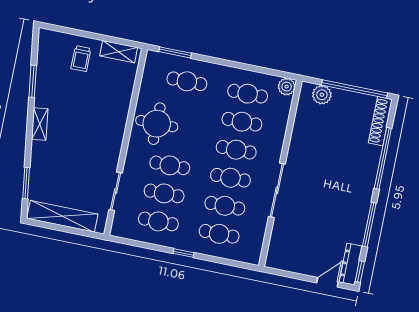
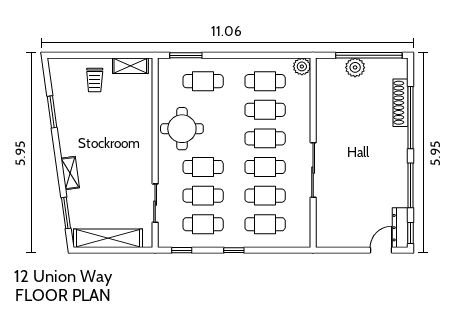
plant: (322, 95) -> (355, 67), moved
shoe rack: (380, 121) -> (401, 103), moved
shelving: (40, 124) -> (70, 173), moved
window: (132, 243) -> (182, 250), added

